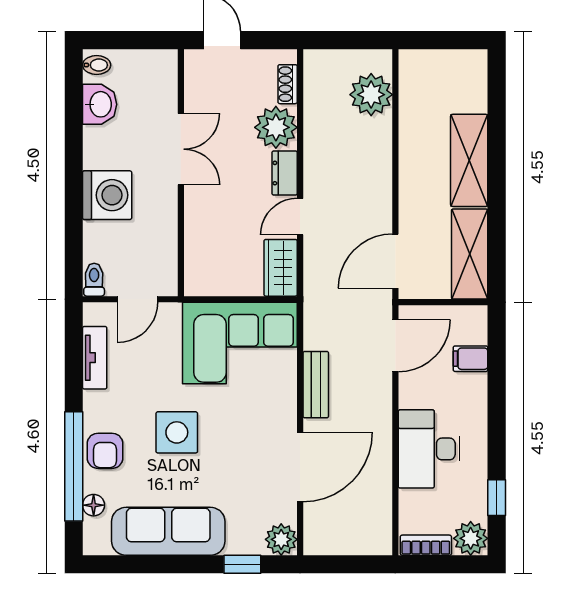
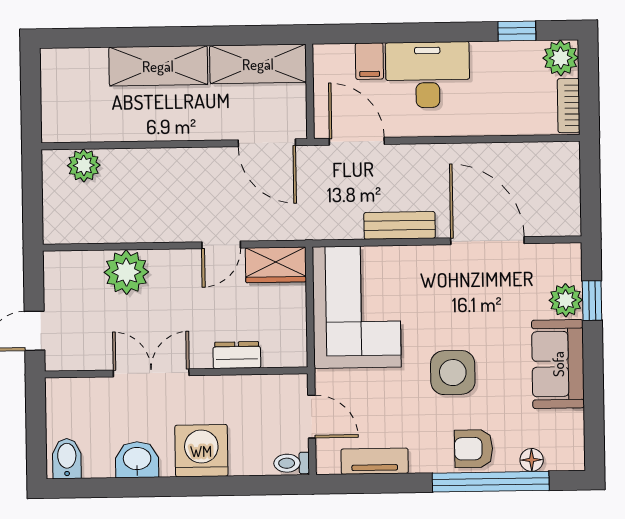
bidet: (97, 65) -> (67, 459), width x1.38, depth x1.36
shoe rack: (288, 84) -> (80, 260), removed
plant: (371, 95) -> (84, 165), width x0.73, depth x0.73
washbasin: (100, 104) -> (137, 460), moved
dresser: (285, 173) -> (237, 355), moved, turned 180
door: (300, 217) -> (221, 245), hinge flipped
desk: (429, 449) -> (428, 75), moved, turned 180
armchair: (105, 451) -> (474, 449), turned 180
sofa: (168, 531) -> (558, 364), width x0.73
plant: (281, 539) -> (566, 300), moved

